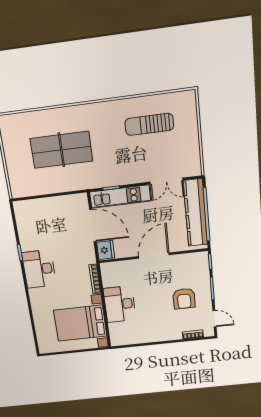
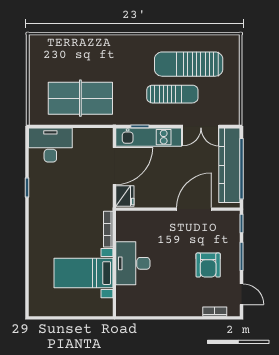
sun lounger: (149, 124) -> (189, 64), width x1.36, depth x1.34
table tennis table: (61, 150) -> (80, 98), moved
sun lounger: (137, 155) -> (172, 94), added
door: (93, 226) -> (114, 166), hinge flipped
door: (154, 256) -> (194, 209), moved
desk: (39, 269) -> (50, 145), moved, turned 90
bed with nightstands: (80, 323) -> (83, 273), width x0.73

